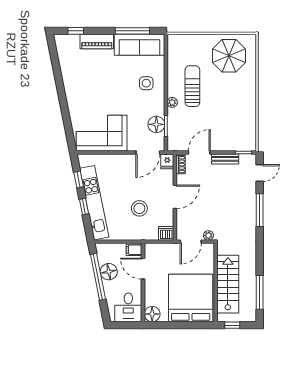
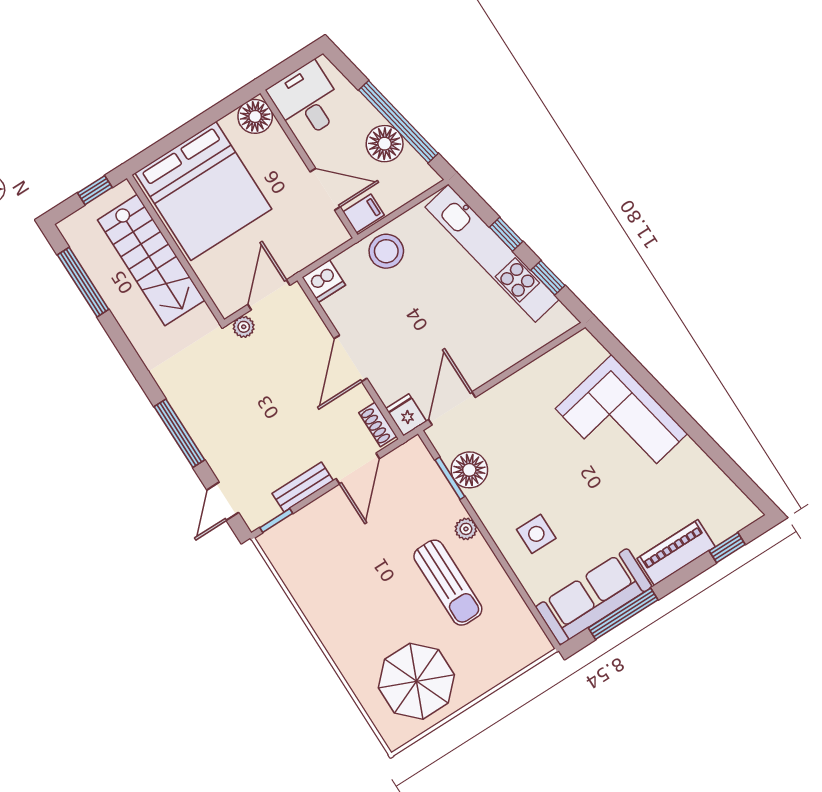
corner sofa: (102, 133) -> (621, 421), moved, turned 79
stool: (139, 208) -> (386, 251), moved

